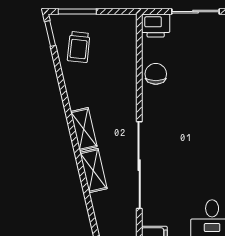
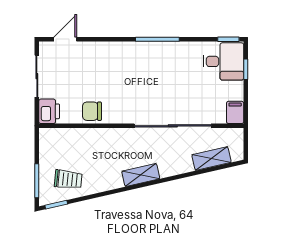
shelving: (93, 171) -> (211, 159), moved

